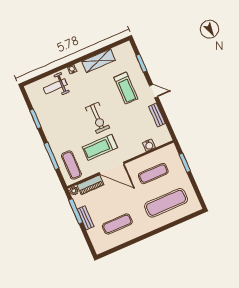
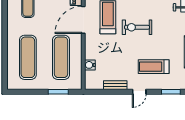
exercise mat: (153, 174) -> (61, 57), width x1.36, depth x1.45

